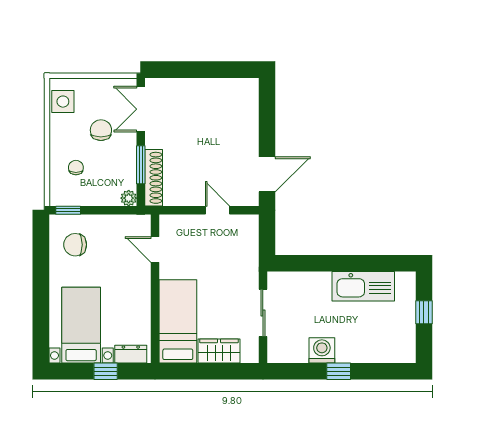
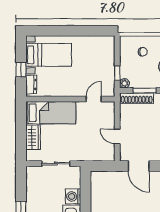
window: (68, 210) -> (117, 73), moved
door: (218, 210) -> (117, 136), swing flipped
chair: (75, 245) -> (97, 51), removed
washing machine: (322, 350) -> (73, 196), moved, turned 180

